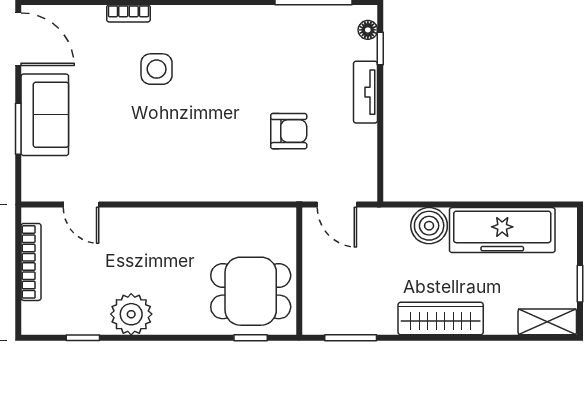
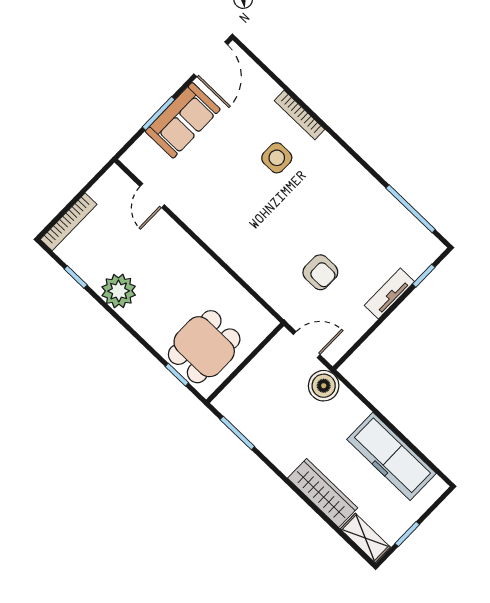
bookcase: (128, 13) -> (300, 115), width x1.56
floor lamp: (368, 30) -> (427, 257), removed
door: (337, 205) -> (307, 345), swing flipped
boiler: (429, 226) -> (324, 386), moved
bookcase: (31, 262) -> (69, 222), moved
dining table: (251, 291) -> (204, 347), turned 90
wardrobe: (441, 319) -> (323, 493), moved

